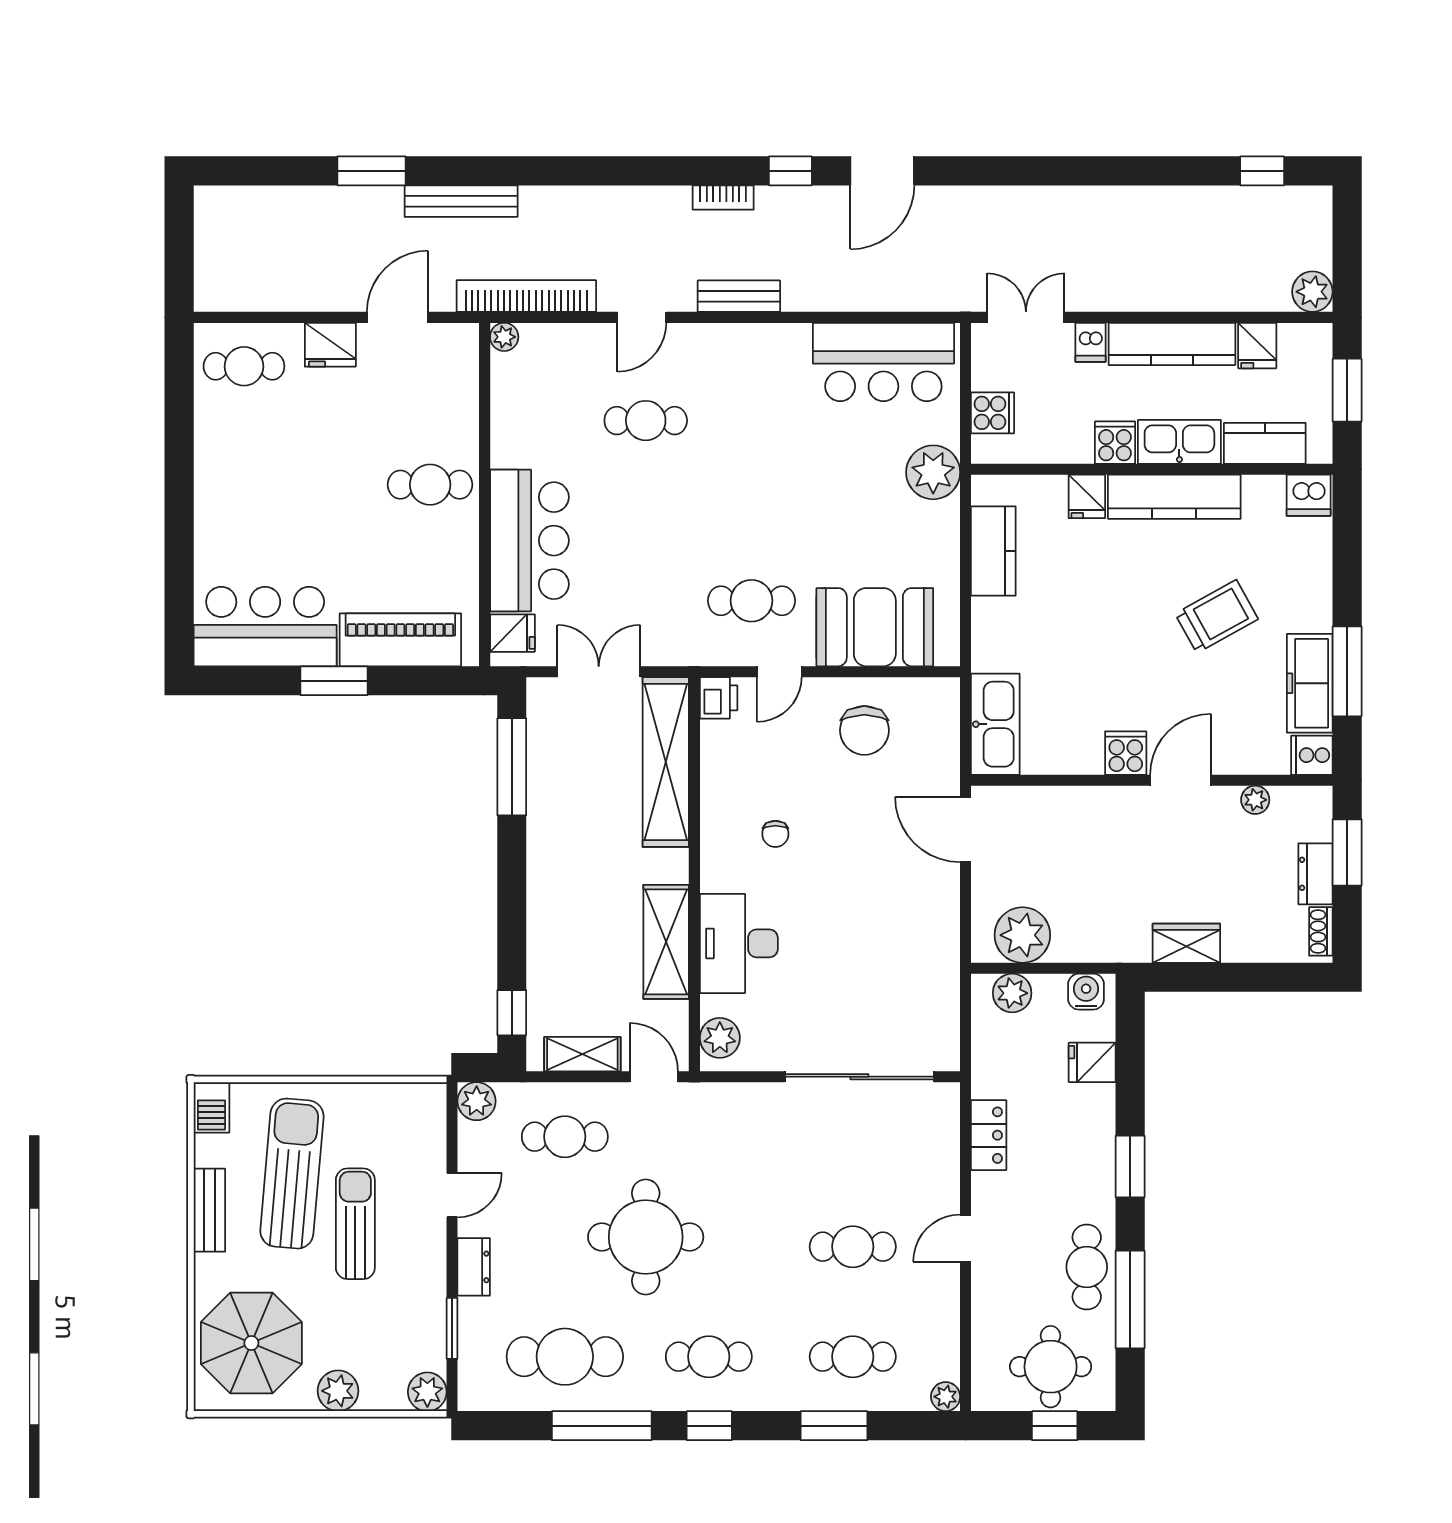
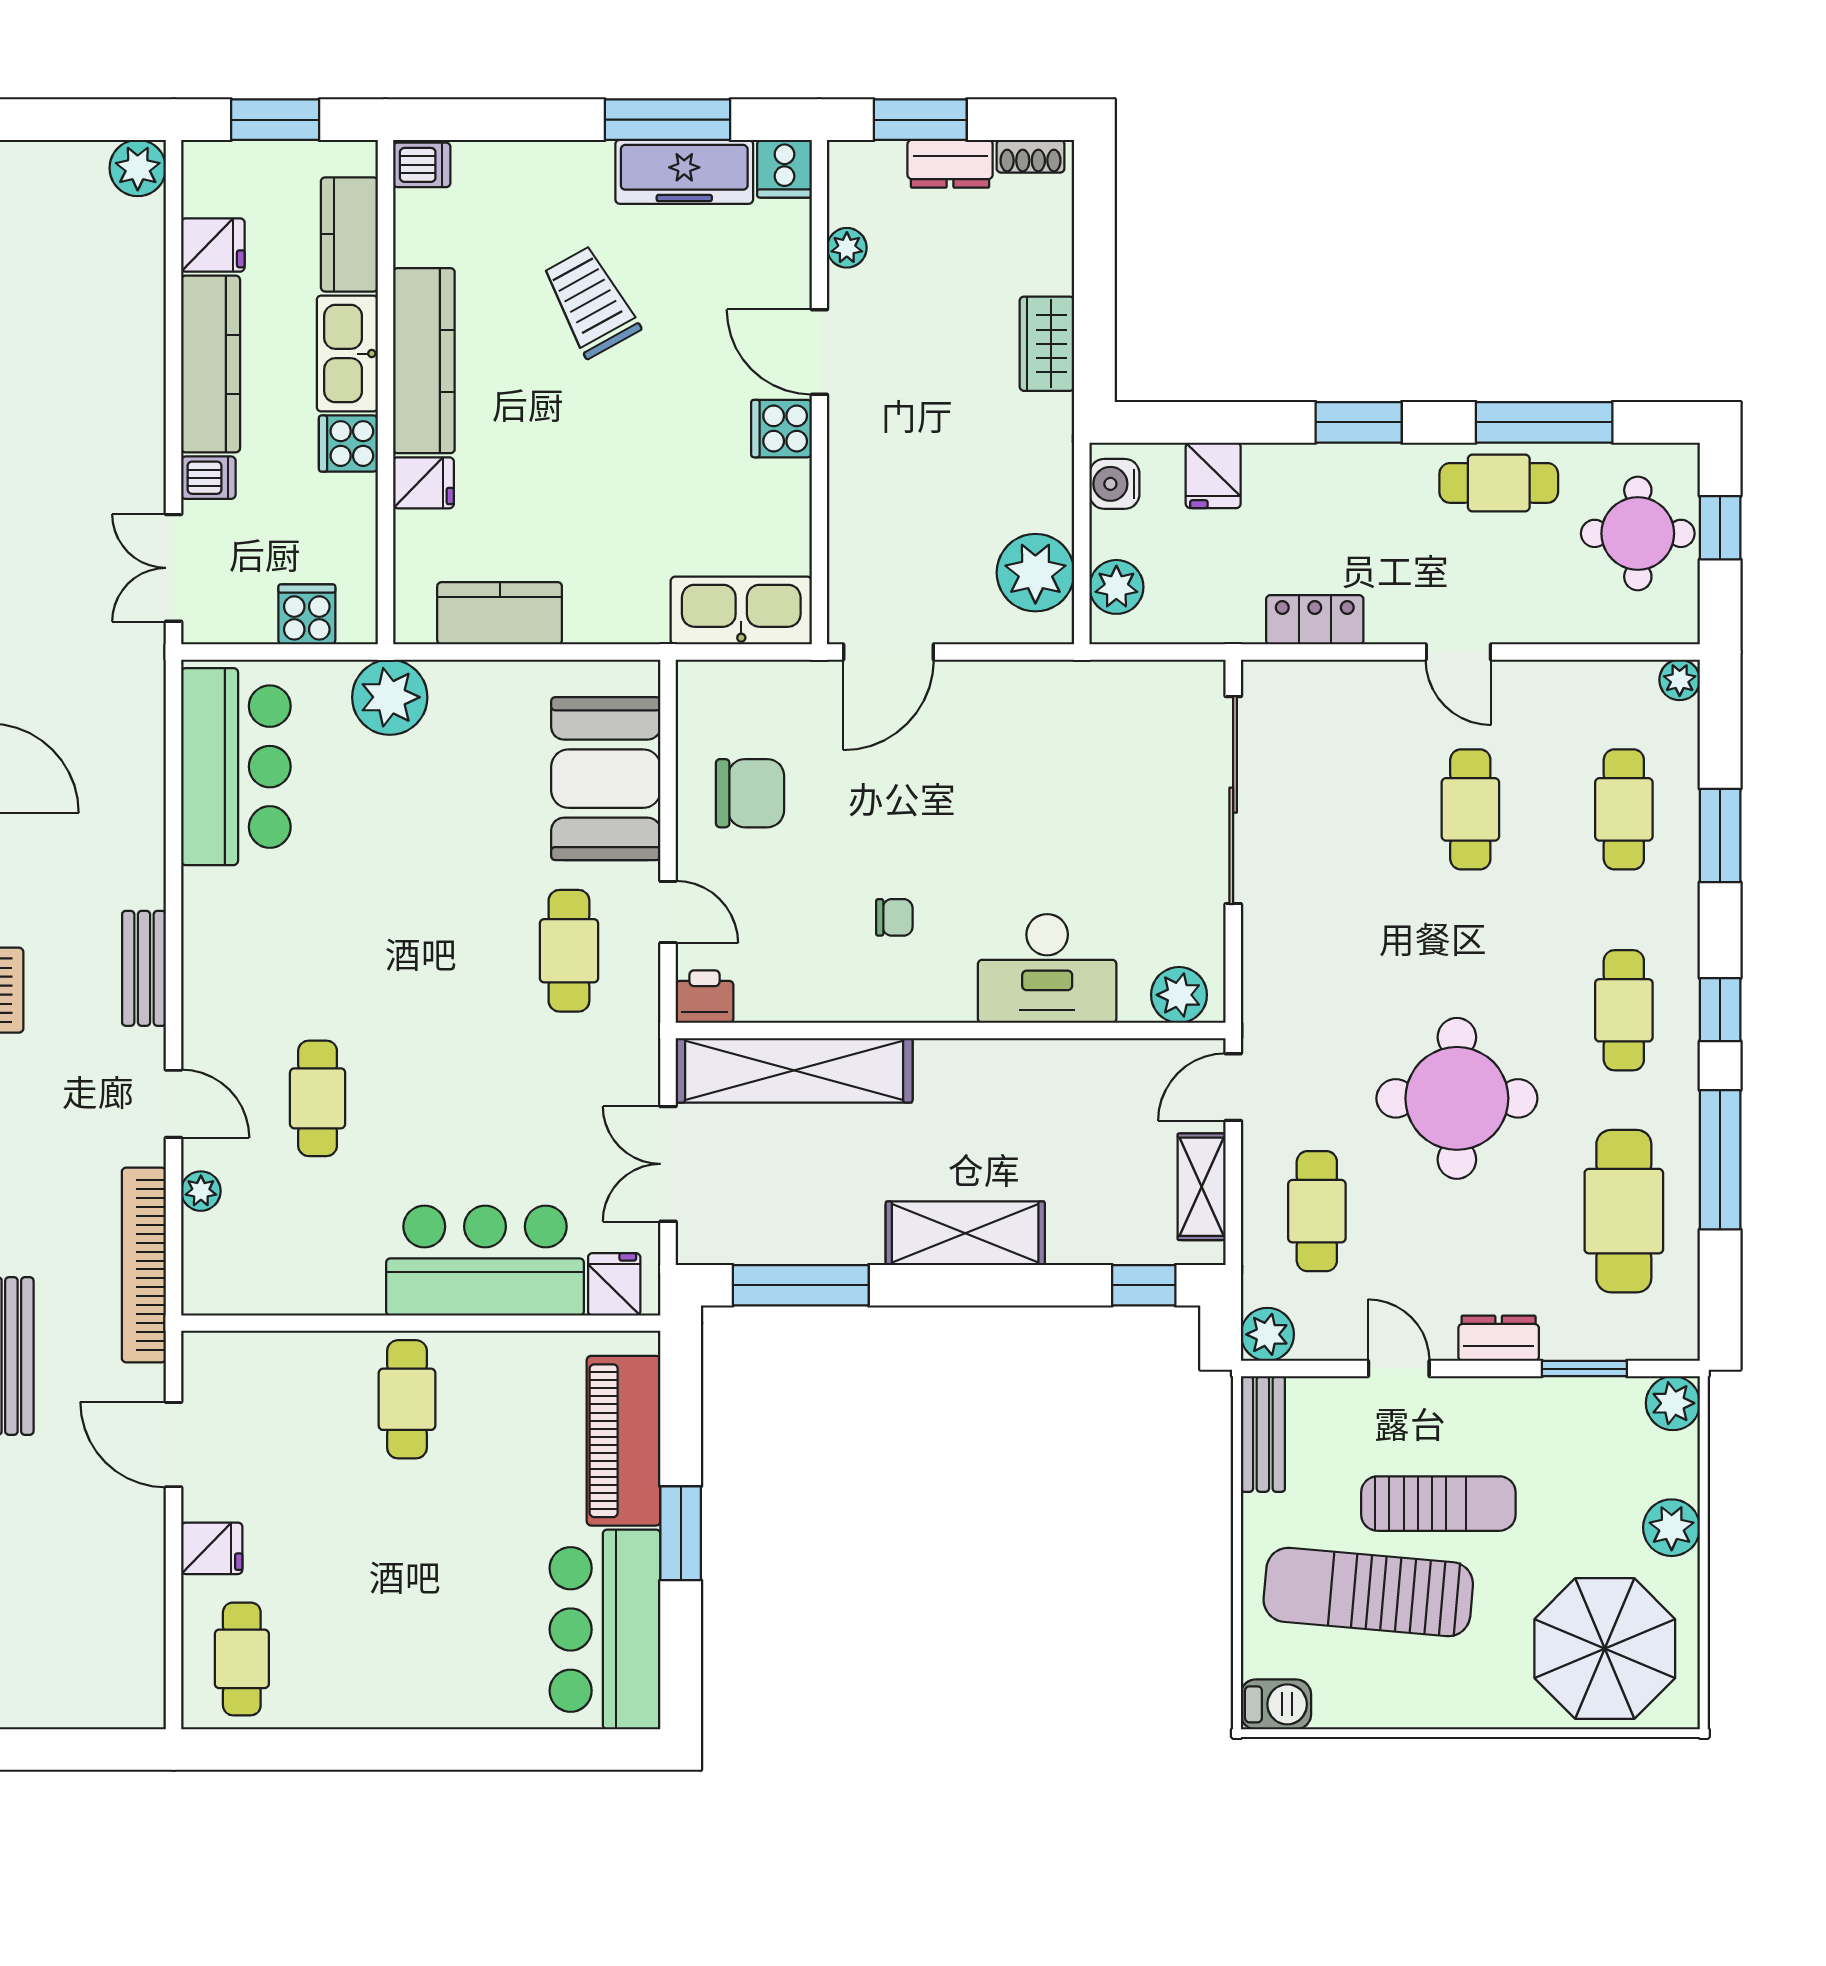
plant: (504, 337) -> (201, 1191), moved
fridge: (330, 345) -> (212, 1548), width x0.72
dishwasher: (1309, 495) -> (422, 165), width x0.73
shelving: (666, 942) -> (965, 1233), moved
bench: (209, 1210) -> (1263, 1434), moved, turned 90
sun lounger: (355, 1224) -> (1438, 1504), turned 180

